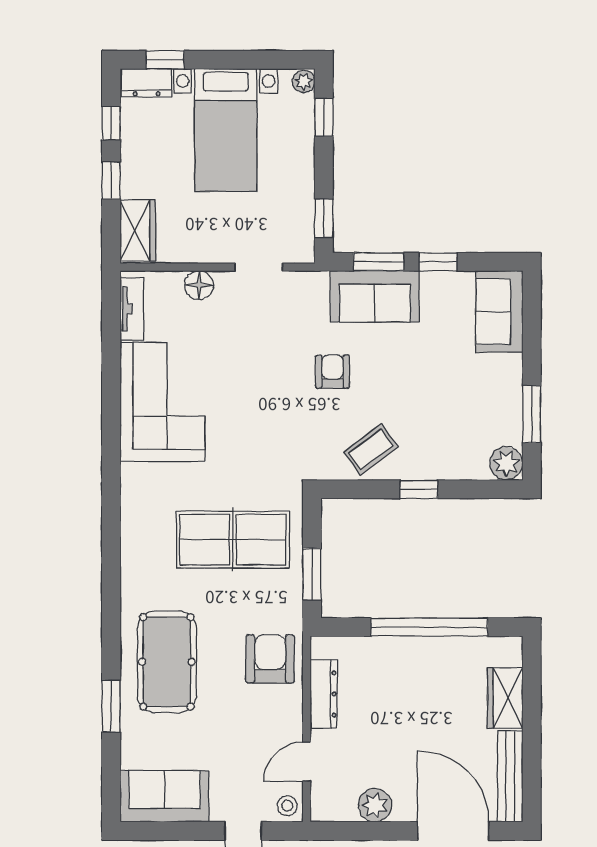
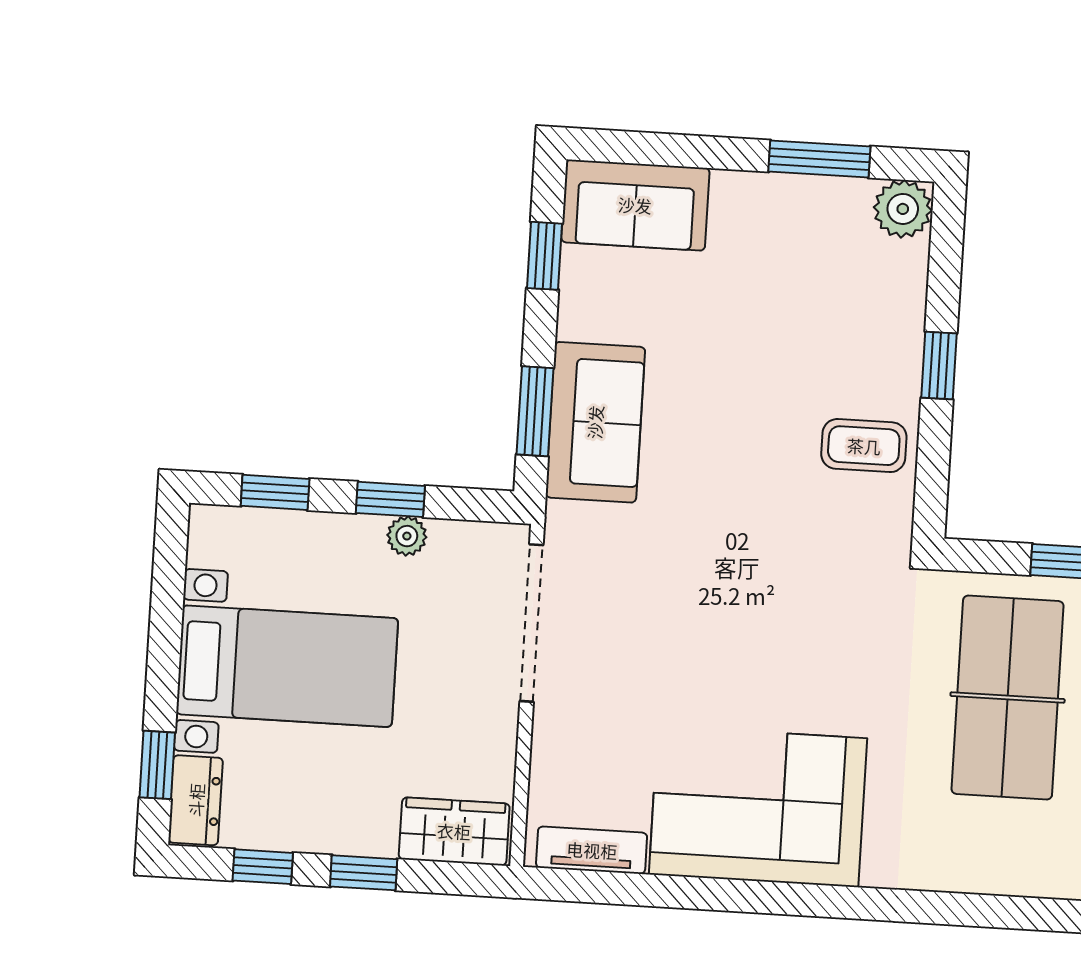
plant: (304, 81) -> (407, 536), moved
window: (324, 218) -> (390, 499), moved
window: (438, 262) -> (545, 256), moved
doorway: (259, 267) -> (532, 623), width x1.88
floor lamp: (199, 285) -> (557, 730), removed
armchair: (332, 372) -> (723, 504), removed
coffee table: (371, 449) -> (864, 446), turned -53

